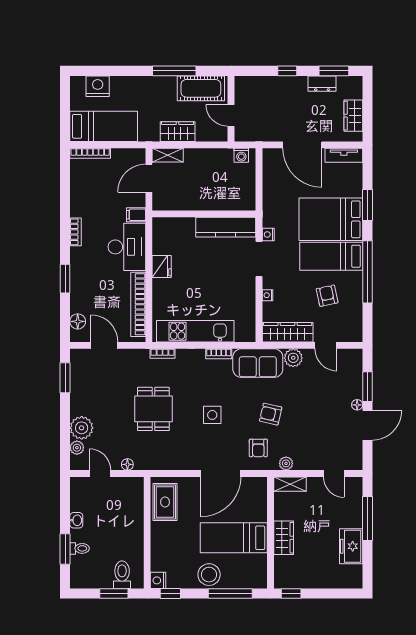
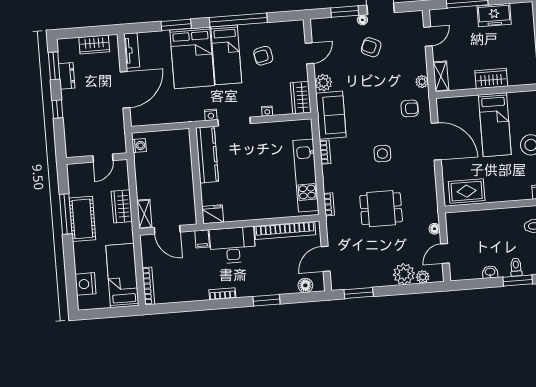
cot: (201, 88) -> (82, 219), moved
fridge: (162, 267) -> (213, 214), moved
wardrobe: (288, 332) -> (301, 98), width x0.67
armchair: (271, 414) -> (371, 47), moved, turned 100

